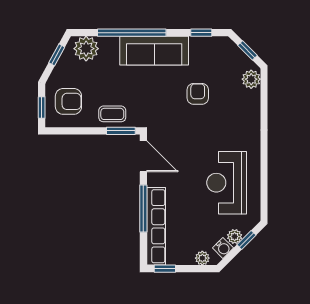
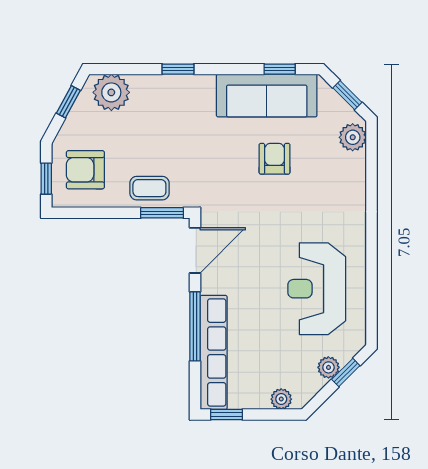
window: (132, 33) -> (178, 69), width x0.32
sofa: (154, 51) -> (267, 95), moved
armchair: (68, 101) -> (85, 170), turned 180
door: (143, 156) -> (195, 250), hinge flipped
water cooler: (223, 248) -> (311, 384), removed

